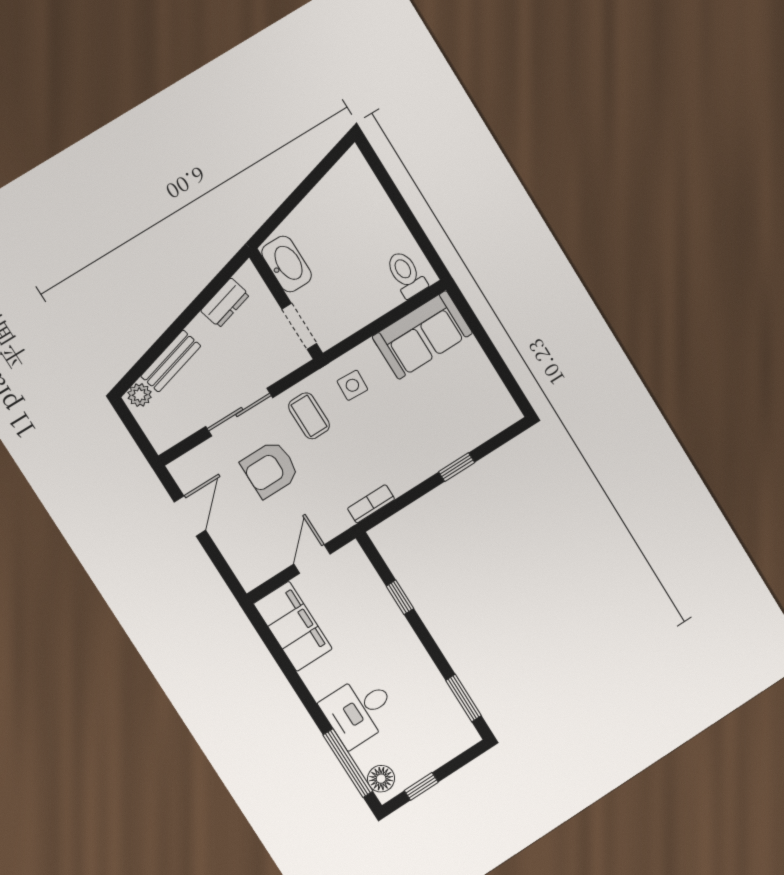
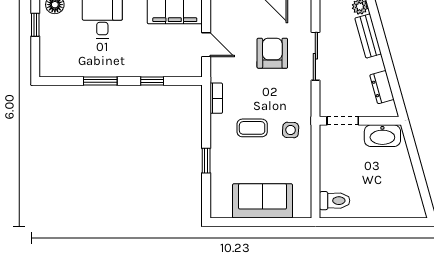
sofa: (422, 335) -> (263, 201), moved, turned 90
coffee table: (309, 416) -> (252, 128), moved
window: (463, 698) -> (100, 81), moved

